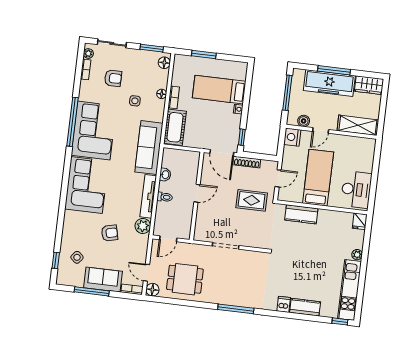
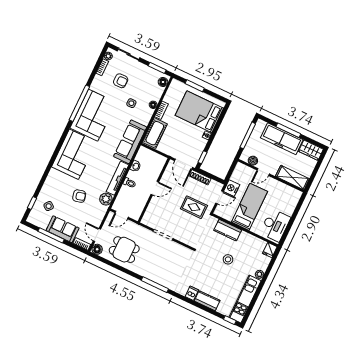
bed: (219, 90) -> (199, 112), width x1.50
nightstand: (292, 137) -> (232, 188), moved
stool: (313, 249) -> (228, 259), added

